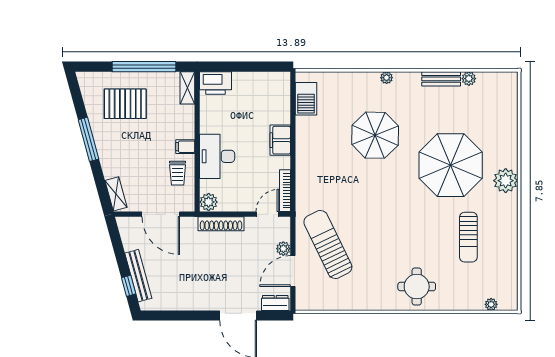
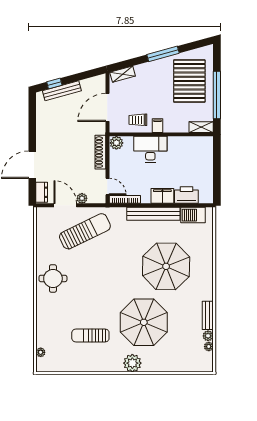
plant: (387, 78) -> (209, 347), moved
printer: (216, 83) -> (186, 195), moved, turned 90
pallet: (125, 104) -> (189, 81), width x1.37, depth x1.41
parasol: (375, 135) -> (166, 266), width x1.36, depth x1.36
bench: (304, 152) -> (153, 214), added
round table: (417, 287) -> (53, 278), moved

